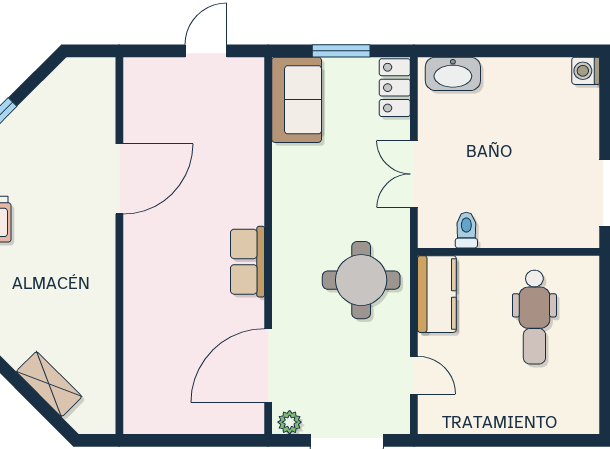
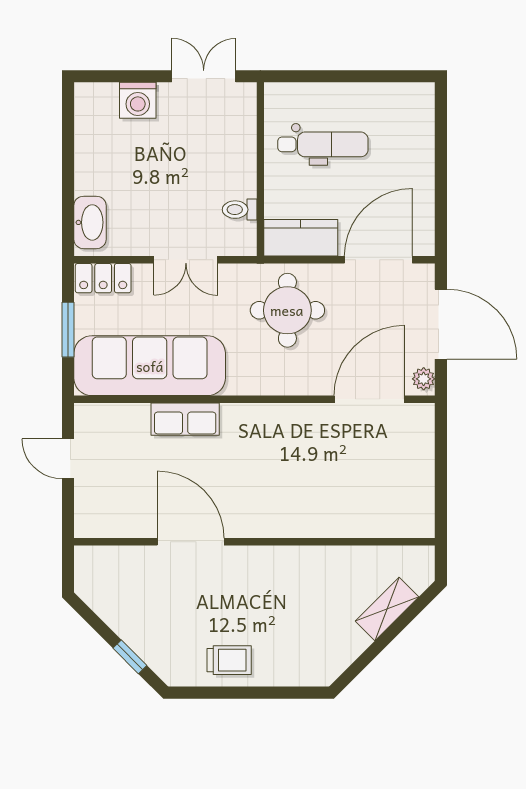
washing machine: (586, 71) -> (138, 100), moved, width x1.38, depth x1.38
sofa: (297, 100) -> (150, 366), width x1.85, depth x1.27
row of seats: (247, 262) -> (185, 419), moved
door: (268, 366) -> (369, 399), swing flipped
door: (414, 375) -> (378, 260), width x1.88

